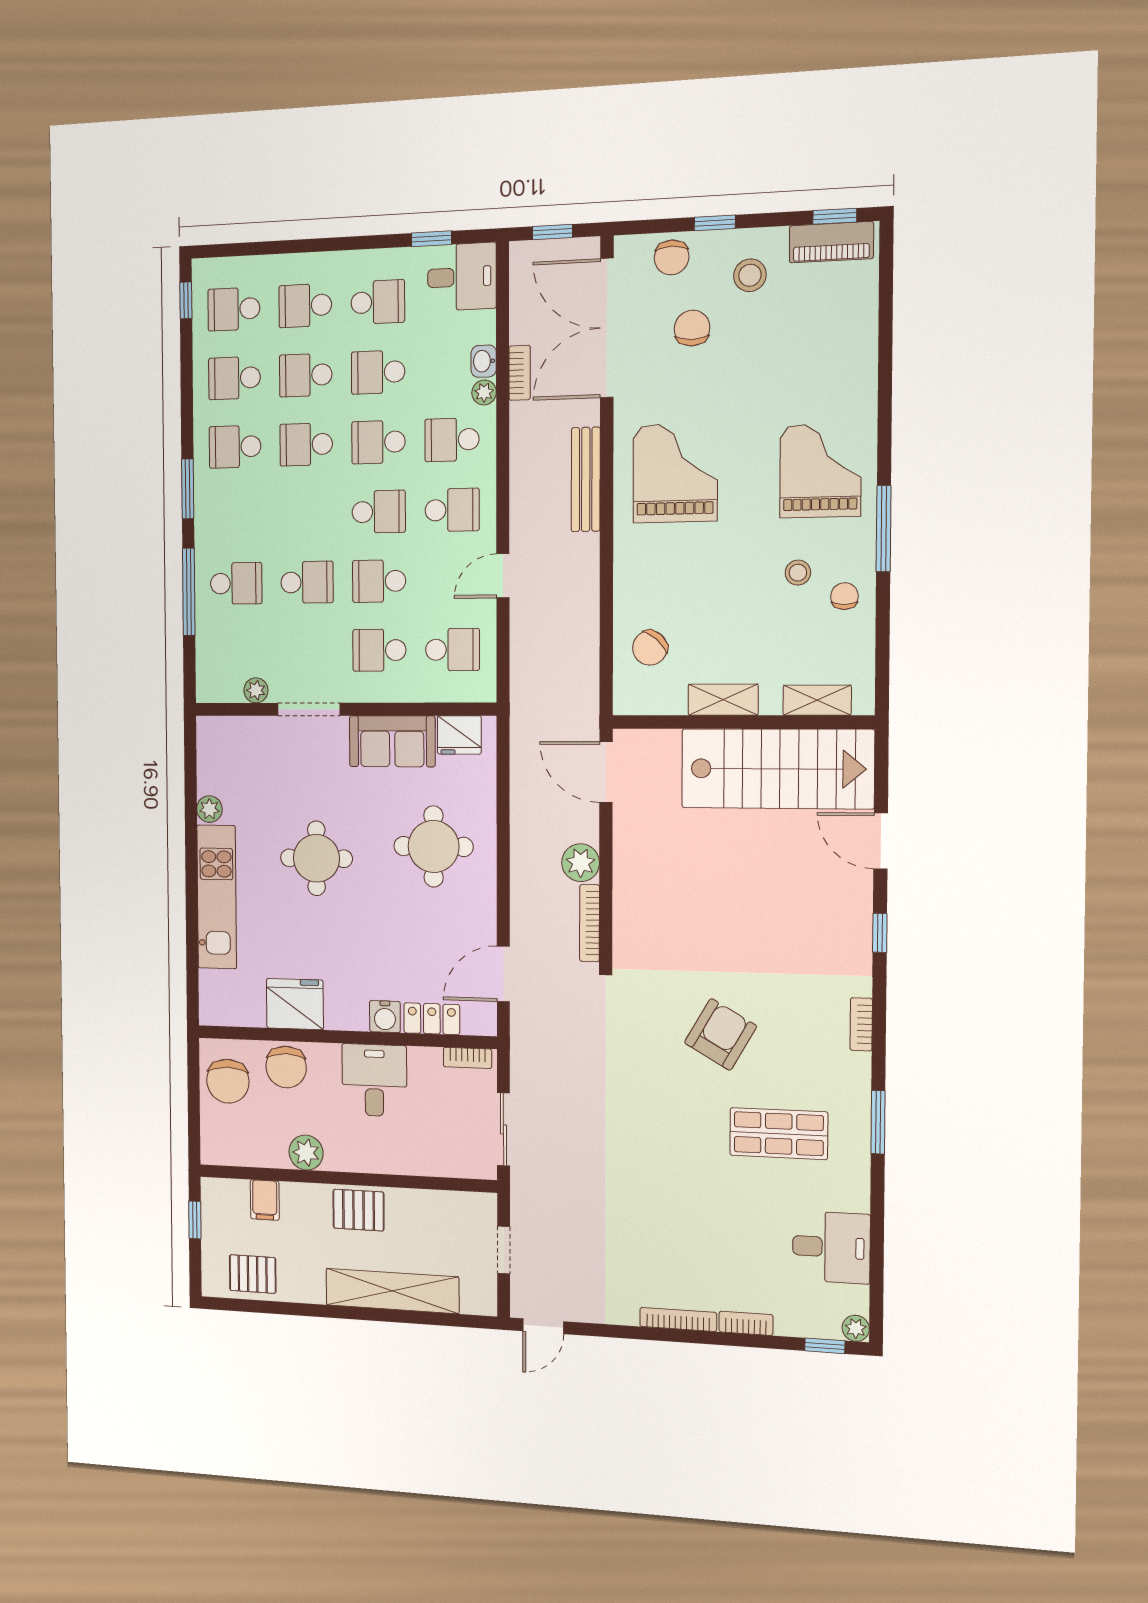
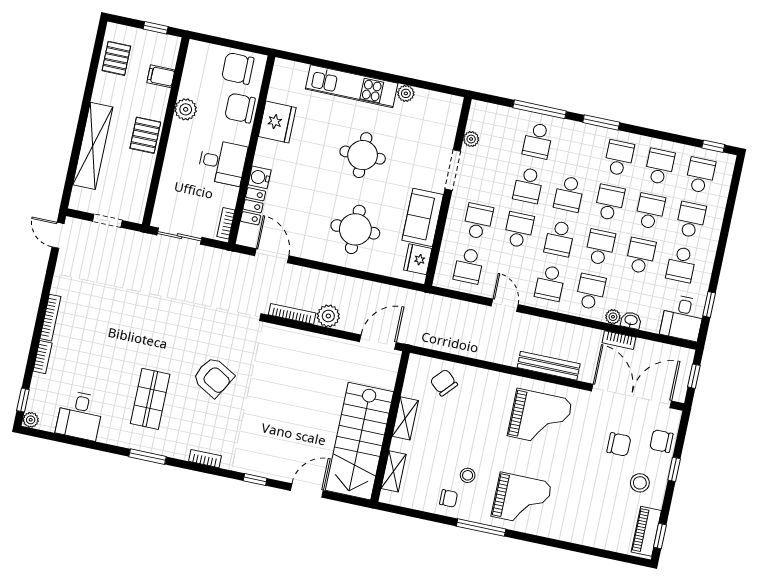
school desk: (307, 513) -> (569, 194), added

